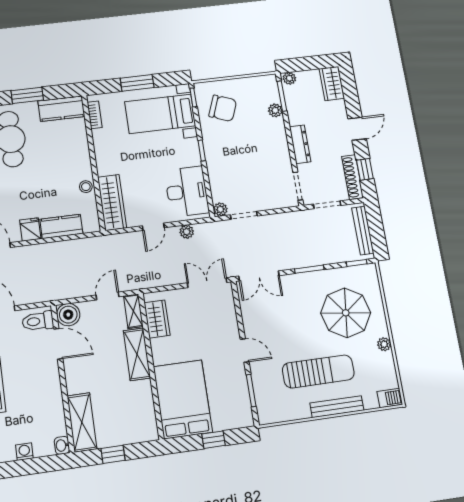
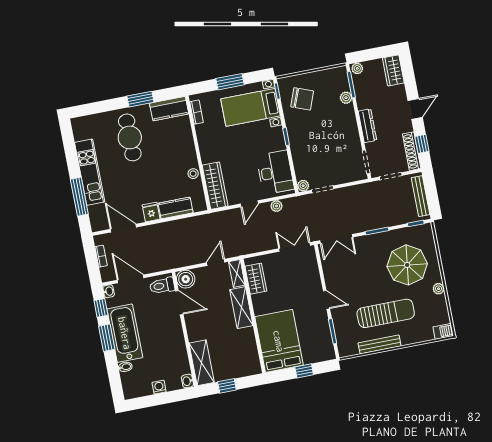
bench: (337, 407) -> (380, 344), moved

